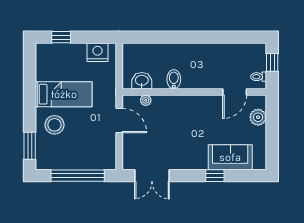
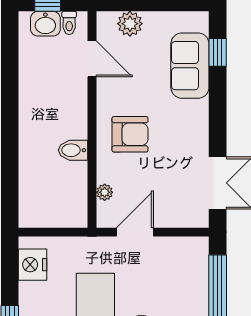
washbasin: (142, 81) -> (45, 24), moved, turned -90
armchair: (184, 117) -> (130, 134), added
window: (215, 176) -> (218, 52), moved

